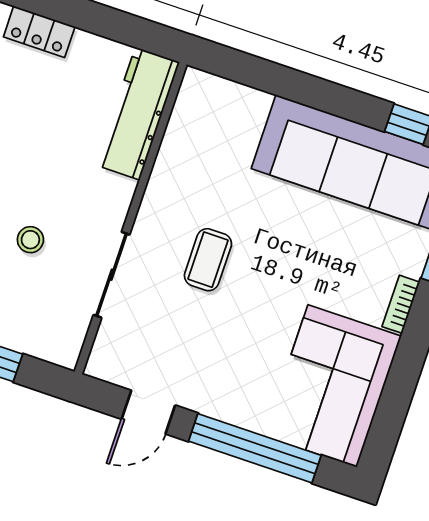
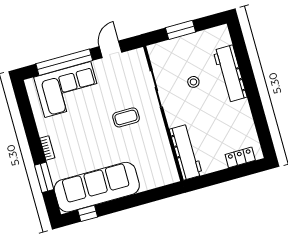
coffee table: (208, 260) -> (126, 117), turned 90
corner sofa: (333, 386) -> (68, 90), moved, turned 90

